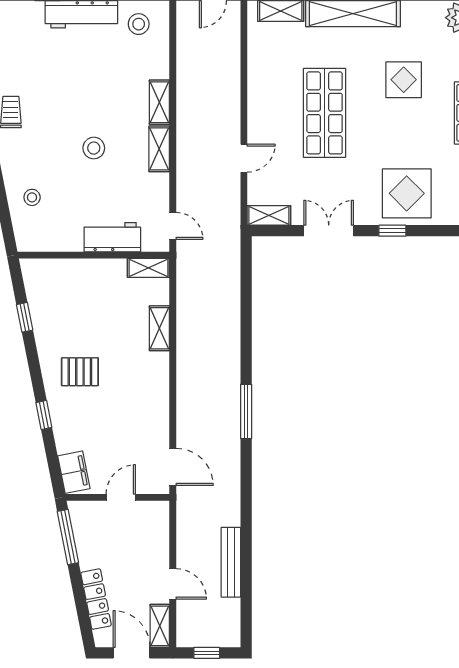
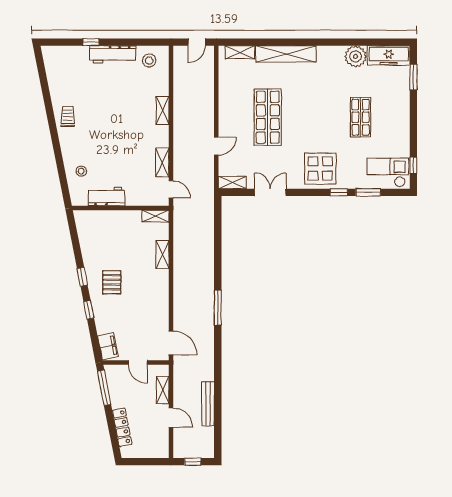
display table: (404, 80) -> (318, 96), removed
stool: (94, 148) -> (121, 140), removed
shelving: (159, 149) -> (162, 162), moved
window: (392, 231) -> (339, 192), moved
workbench: (112, 237) -> (106, 196), moved
window: (25, 317) -> (82, 277), moved
pallet: (80, 372) -> (112, 282), turned 90
door: (121, 497) -> (138, 362), swing flipped
shelving: (160, 626) -> (163, 390), moved
door: (132, 653) -> (145, 462), removed

